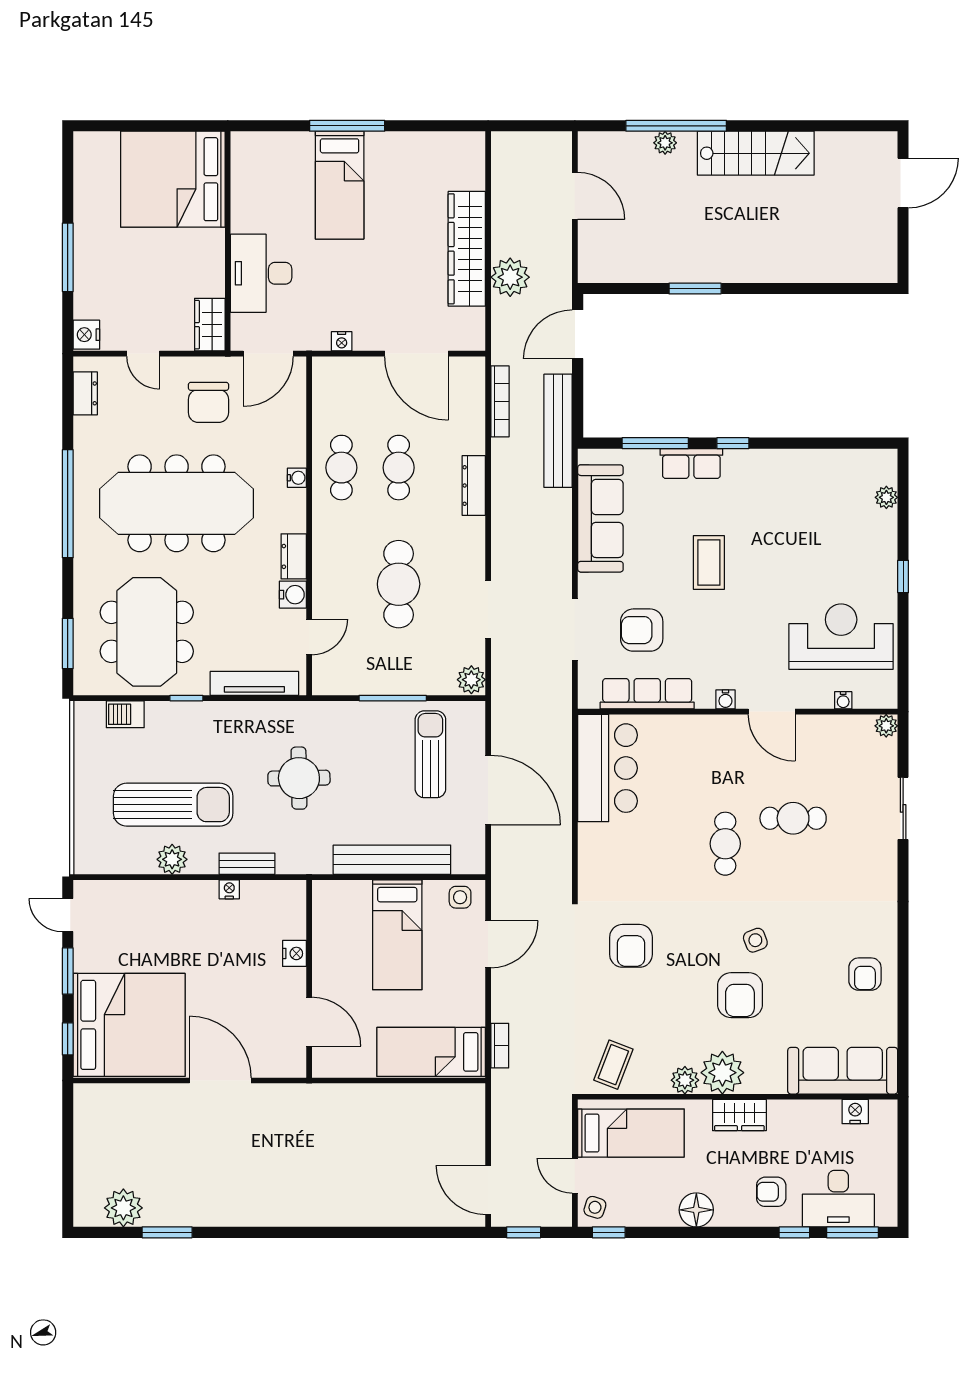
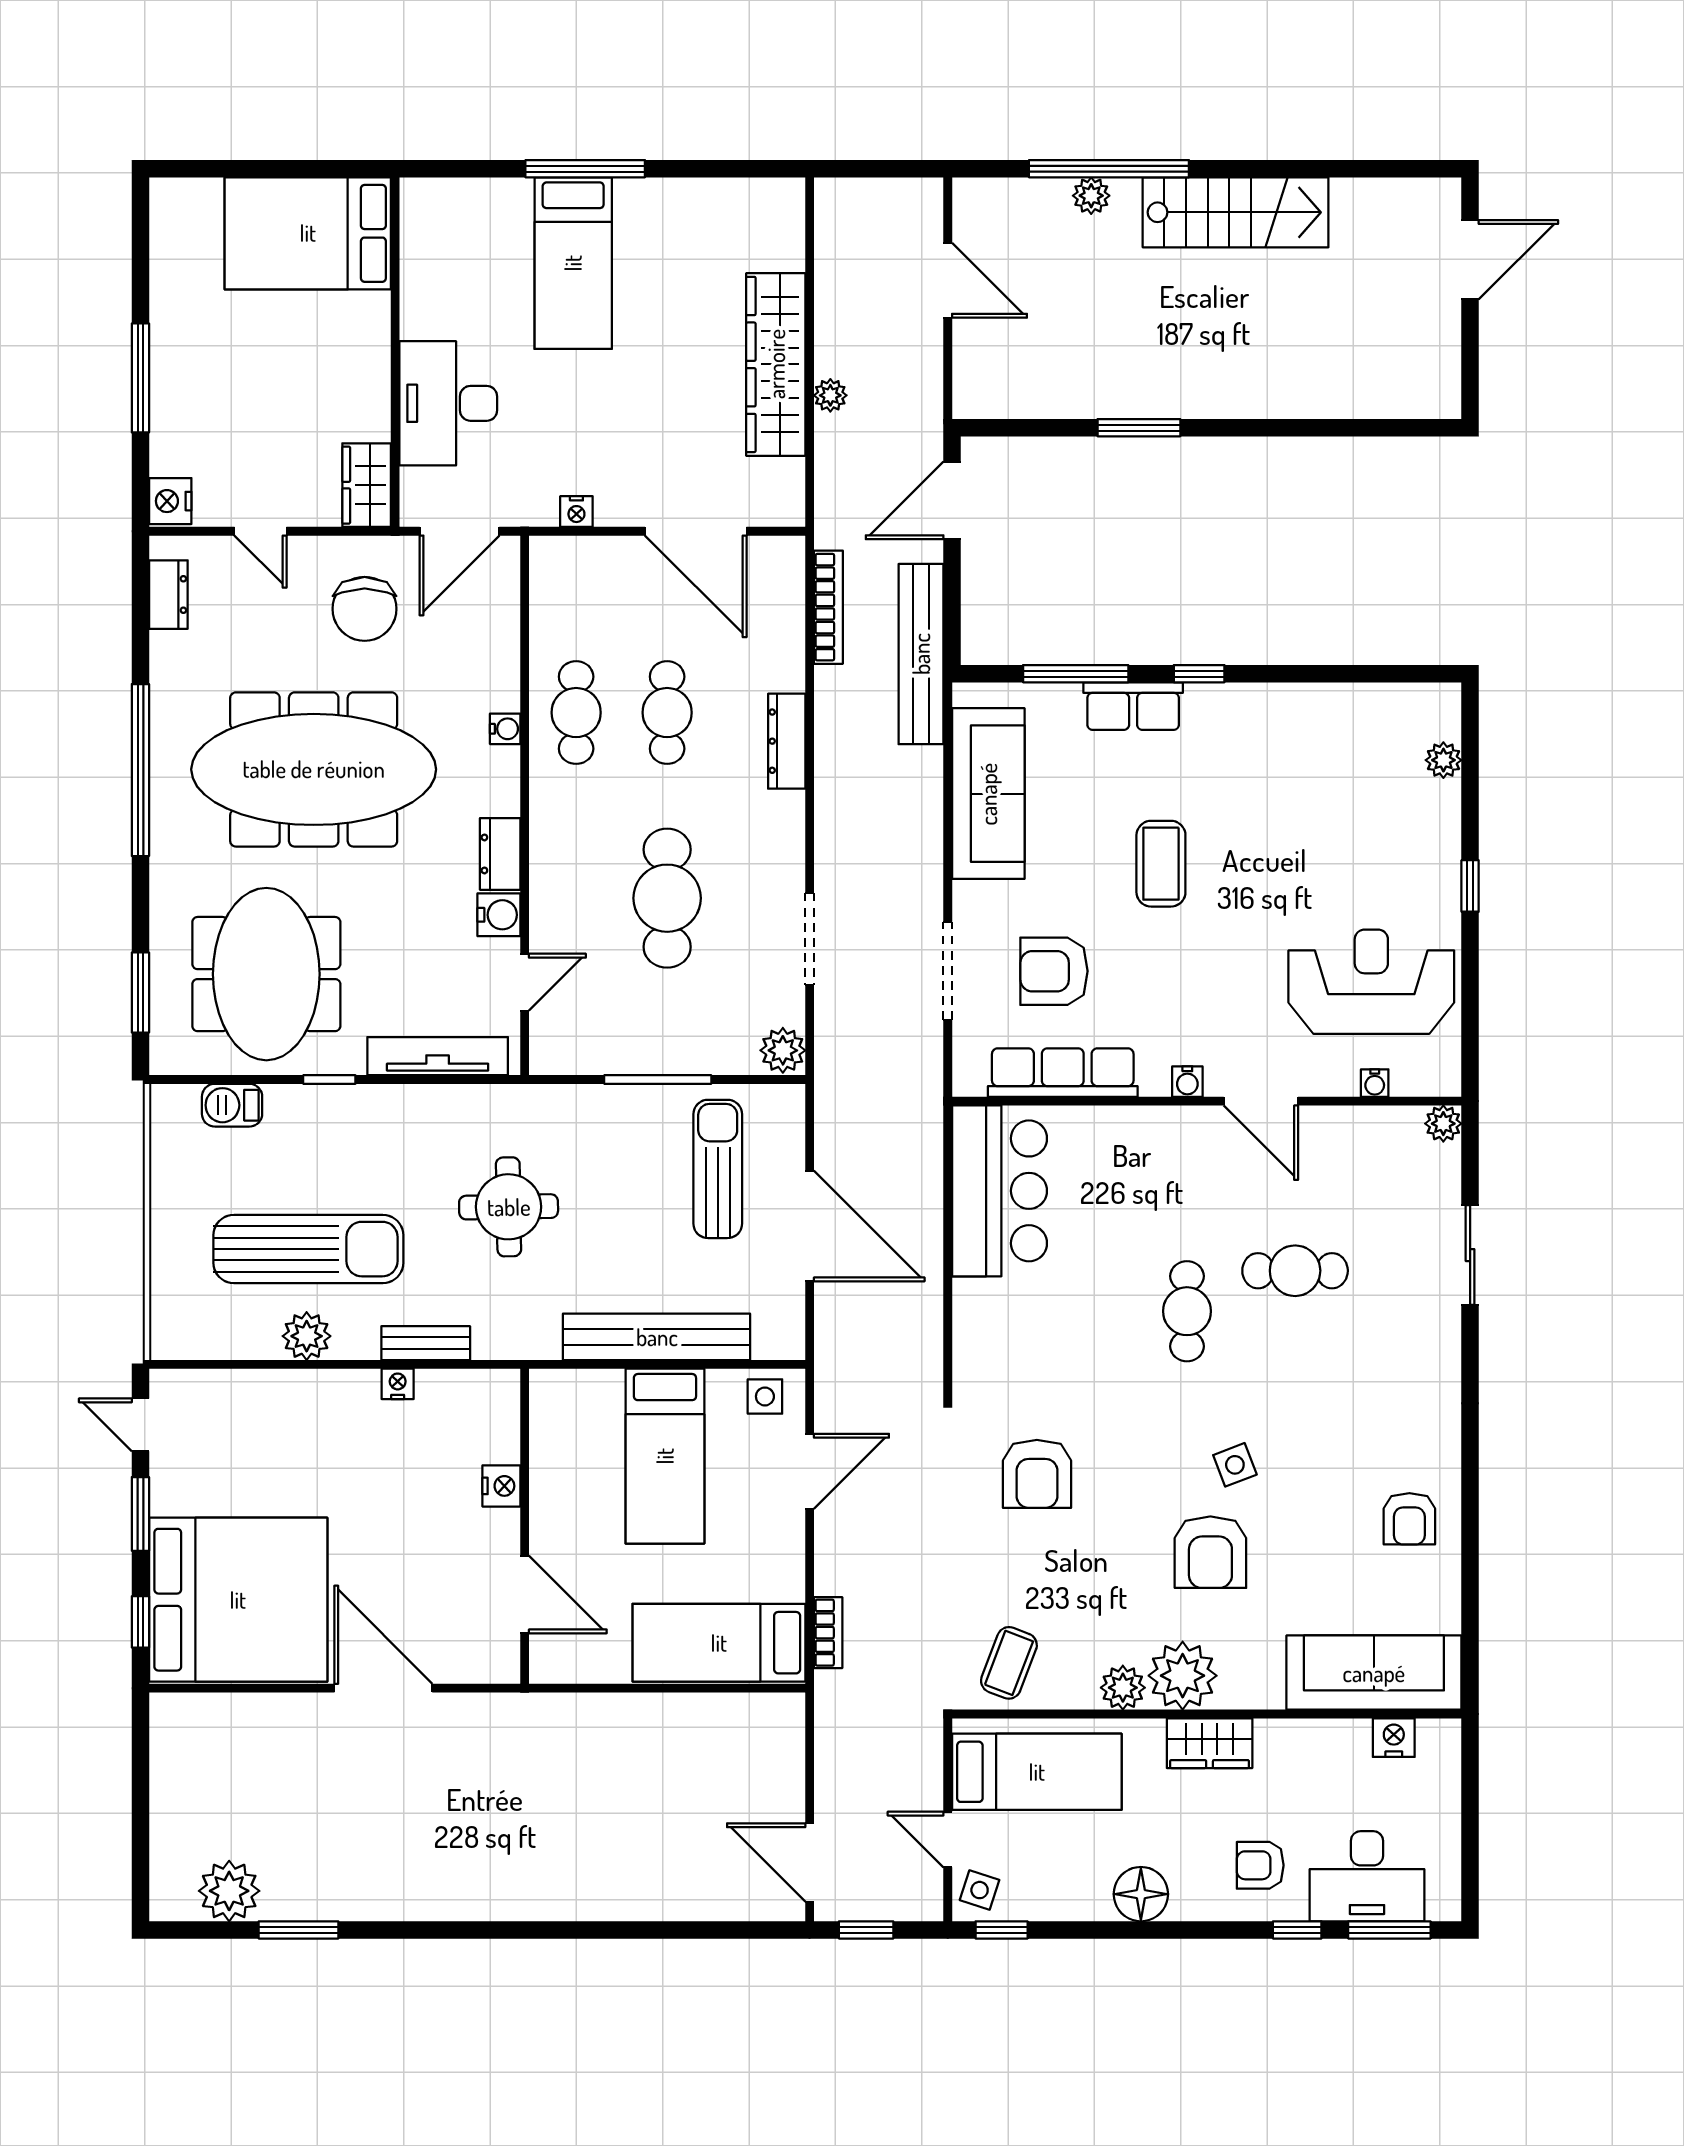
bed: (173, 179) -> (308, 233), width x0.73
plant: (510, 277) -> (830, 395), width x0.53, depth x0.53

